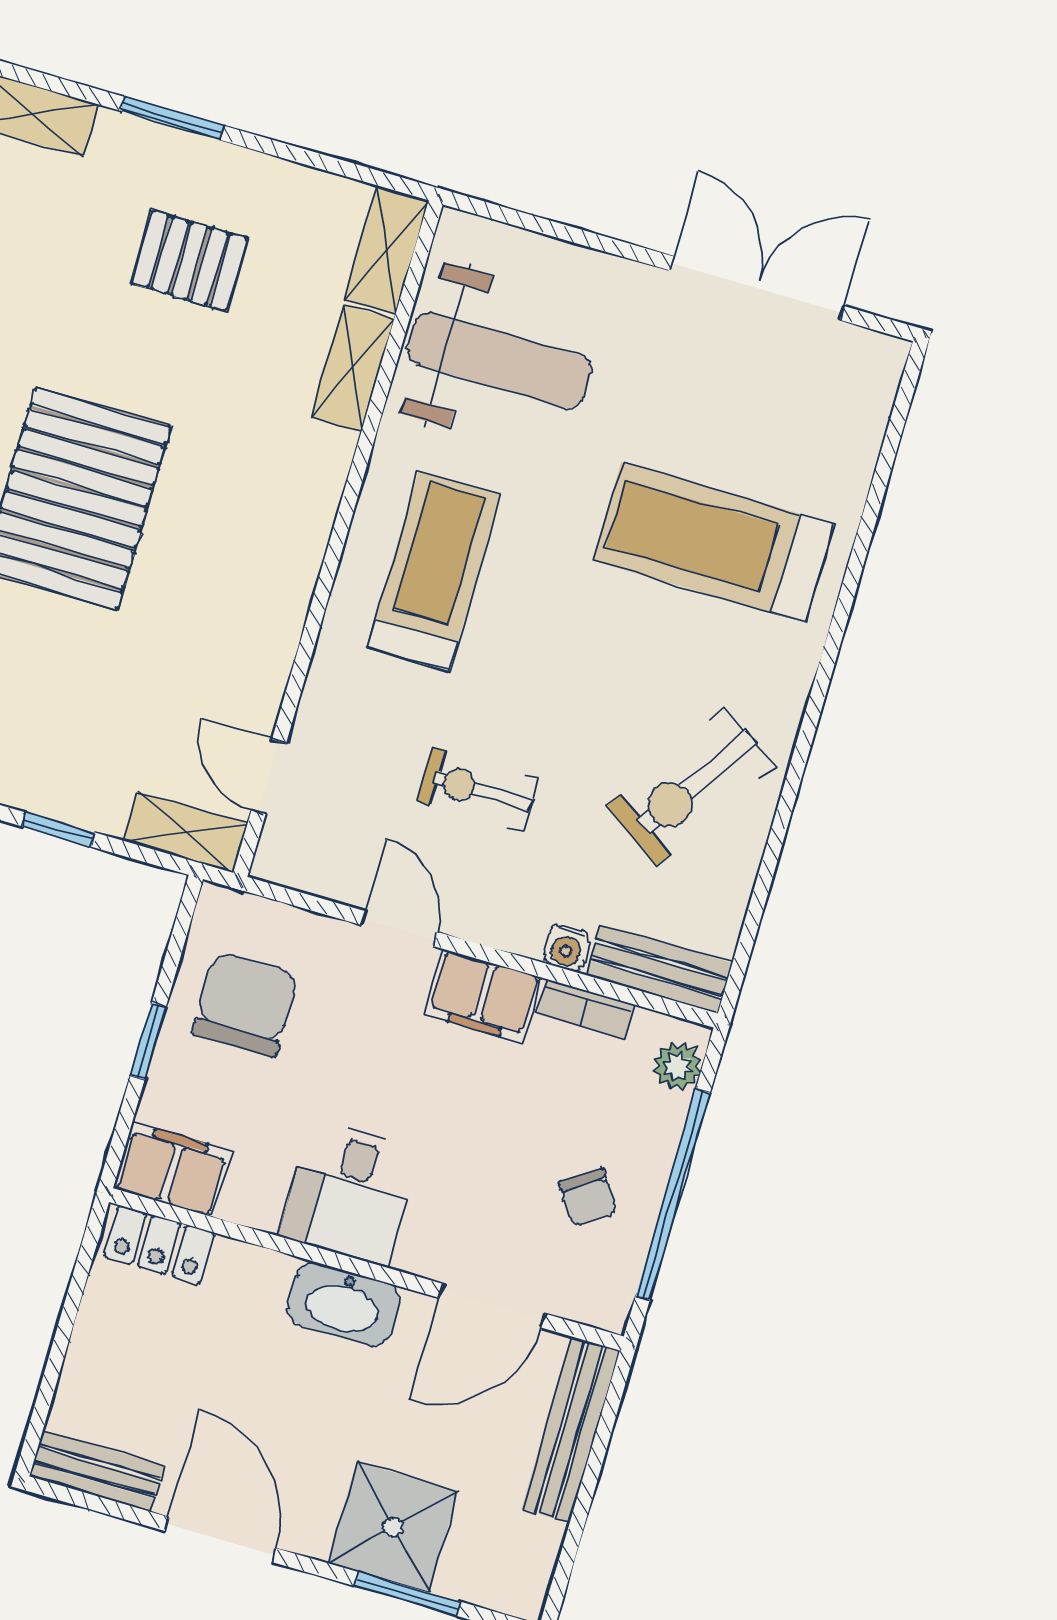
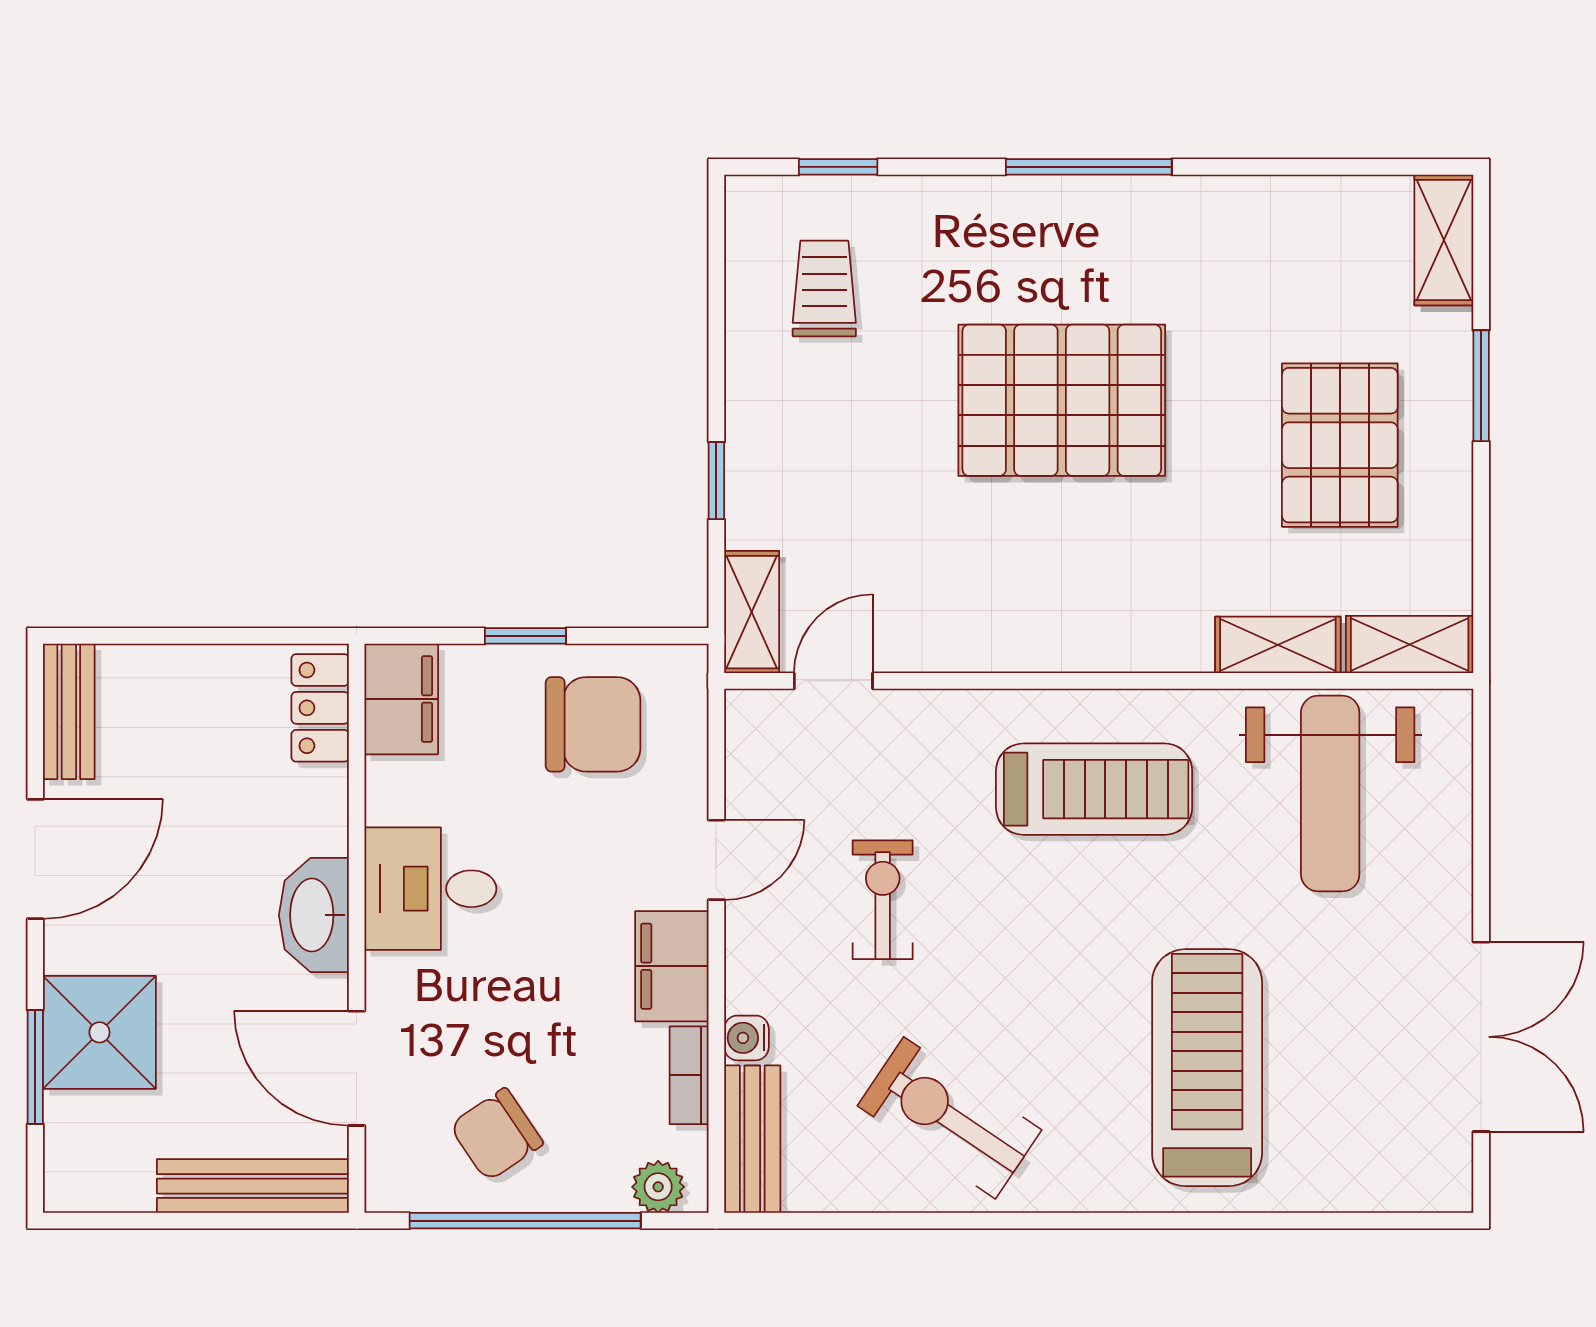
pallet: (189, 261) -> (1340, 445), width x1.50, depth x1.42
chair: (588, 1198) -> (496, 1134), width x1.37, depth x1.37

